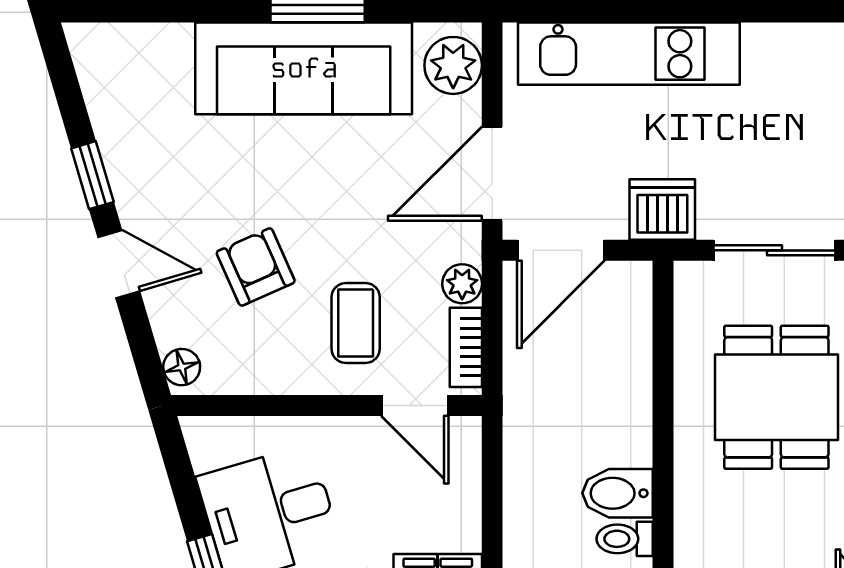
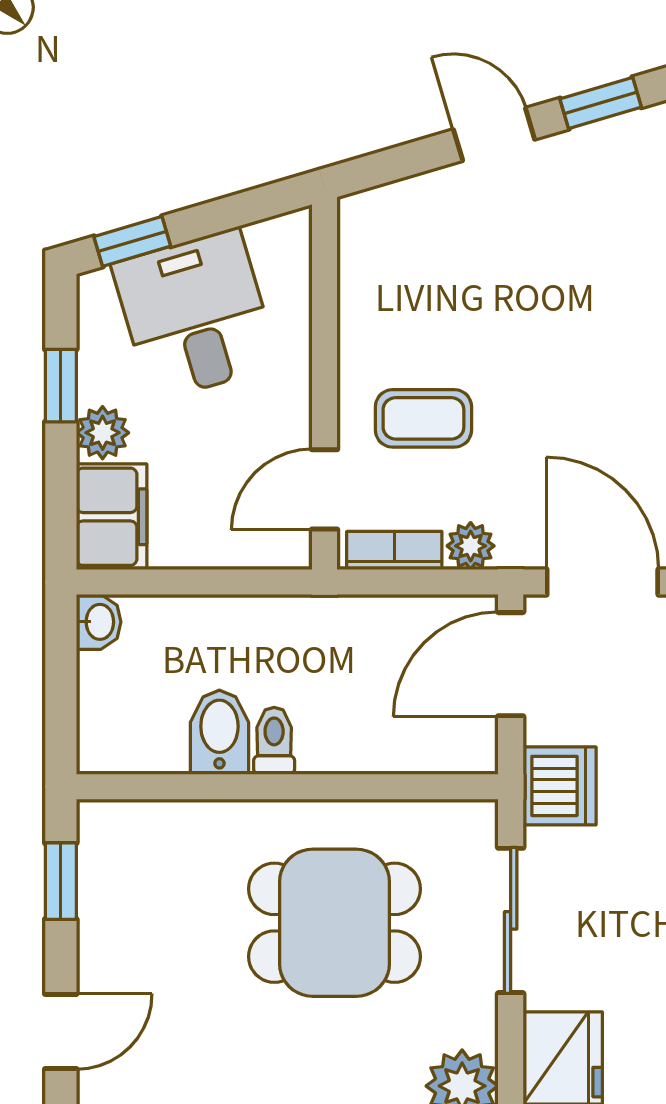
door: (561, 250) -> (511, 664), hinge flipped
door: (119, 264) -> (494, 134), swing flipped
armchair: (256, 267) -> (491, 299), removed
floor lamp: (182, 367) -> (371, 210), removed
toilet: (625, 539) -> (274, 741), moved

